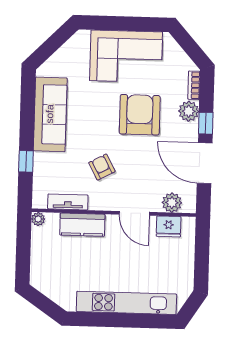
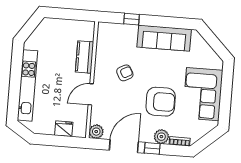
tv unit: (68, 202) -> (101, 47), removed
plant: (172, 203) -> (96, 132), moved
plant: (38, 219) -> (90, 26), removed
fridge: (169, 226) -> (64, 129), moved, turned 90

